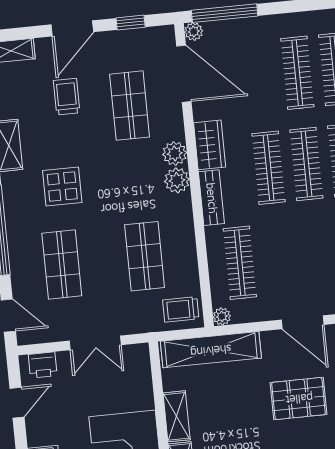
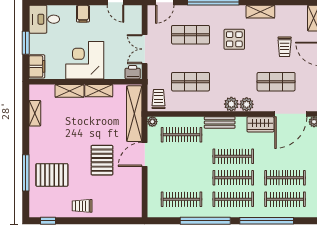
trolley: (67, 97) -> (285, 47), turned 90
wardrobe: (210, 145) -> (260, 124), moved
door: (303, 322) -> (145, 155), moved
printer: (43, 365) -> (133, 72), moved, turned 90

